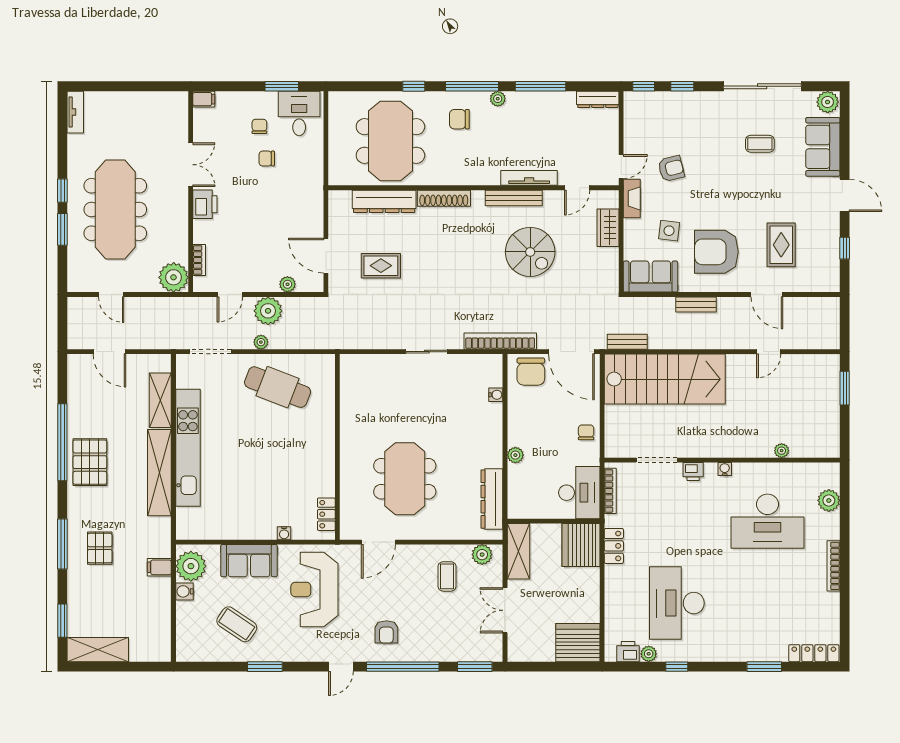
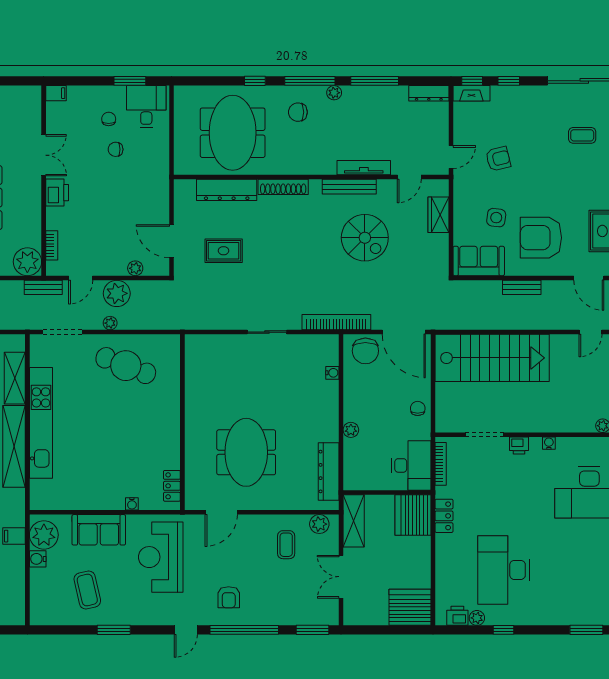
fireplace: (632, 198) -> (471, 93), moved, turned 90
bench: (627, 342) -> (43, 287), moved
coffee table: (237, 624) -> (87, 590), turned 43

